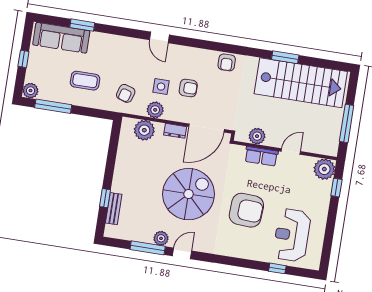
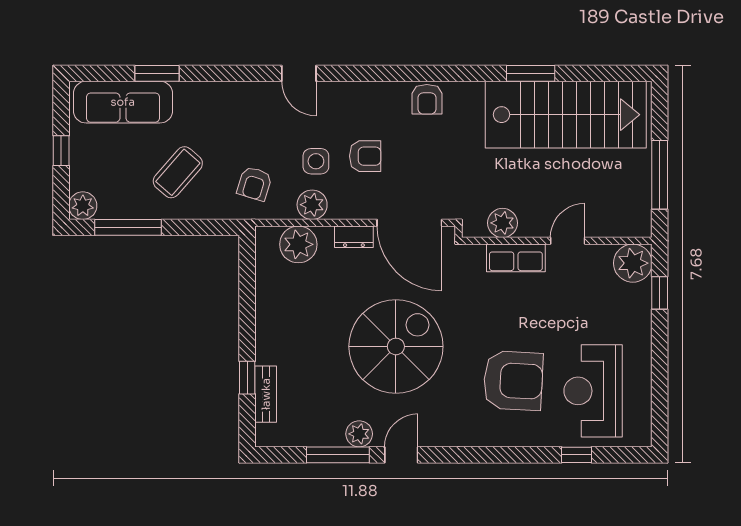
coffee table: (85, 81) -> (178, 172), turned -49
door: (206, 128) -> (409, 223), hinge flipped
armchair: (246, 210) -> (513, 381), moved

